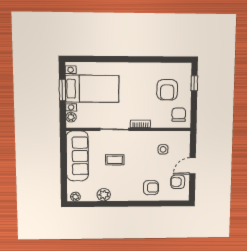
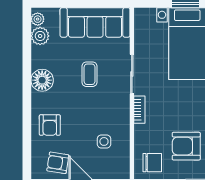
plant: (71, 117) -> (149, 14), removed
armchair: (178, 182) -> (58, 163), turned -81
floor lamp: (119, 193) -> (42, 80), added
plant: (104, 195) -> (40, 36), moved

